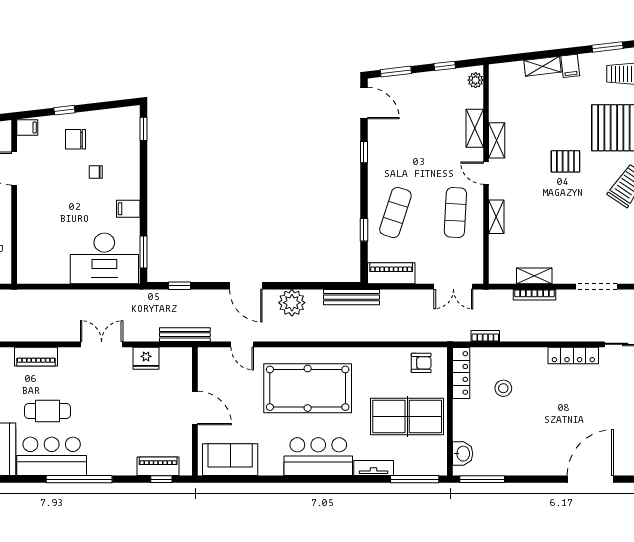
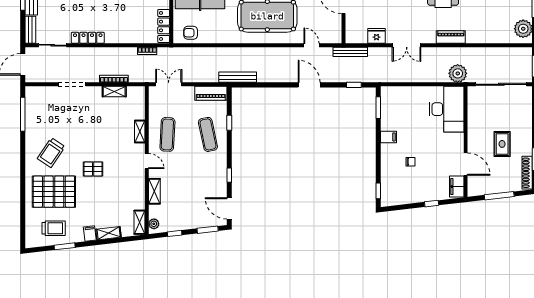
filing cabinet: (27, 127) -> (457, 187), width x2.00
chair: (76, 139) -> (424, 184), removed
shelving: (497, 140) -> (140, 222), moved
exercise mat: (395, 212) -> (208, 134), turned -30
desk: (104, 258) -> (447, 109), moved, turned 90
plant: (292, 303) -> (458, 73), moved
stool: (503, 388) -> (135, 16), removed

